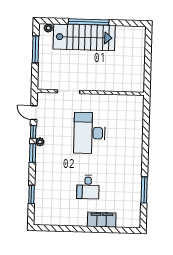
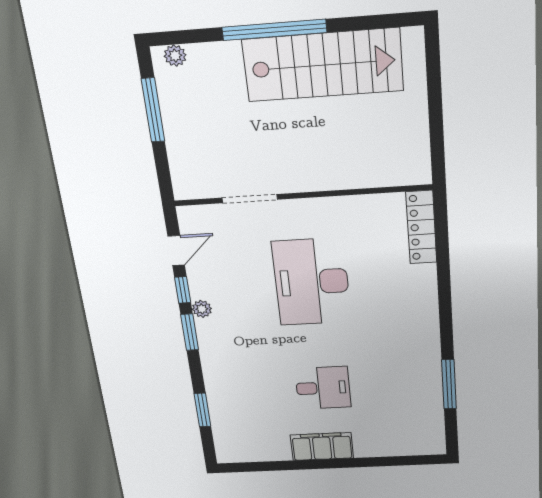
stairs: (84, 37) -> (323, 65), moved
locker: (138, 112) -> (421, 227), added
door: (34, 113) -> (176, 251), swing flipped
desk: (88, 187) -> (323, 388), turned -90
filing cabinet: (102, 220) -> (322, 446), moved

